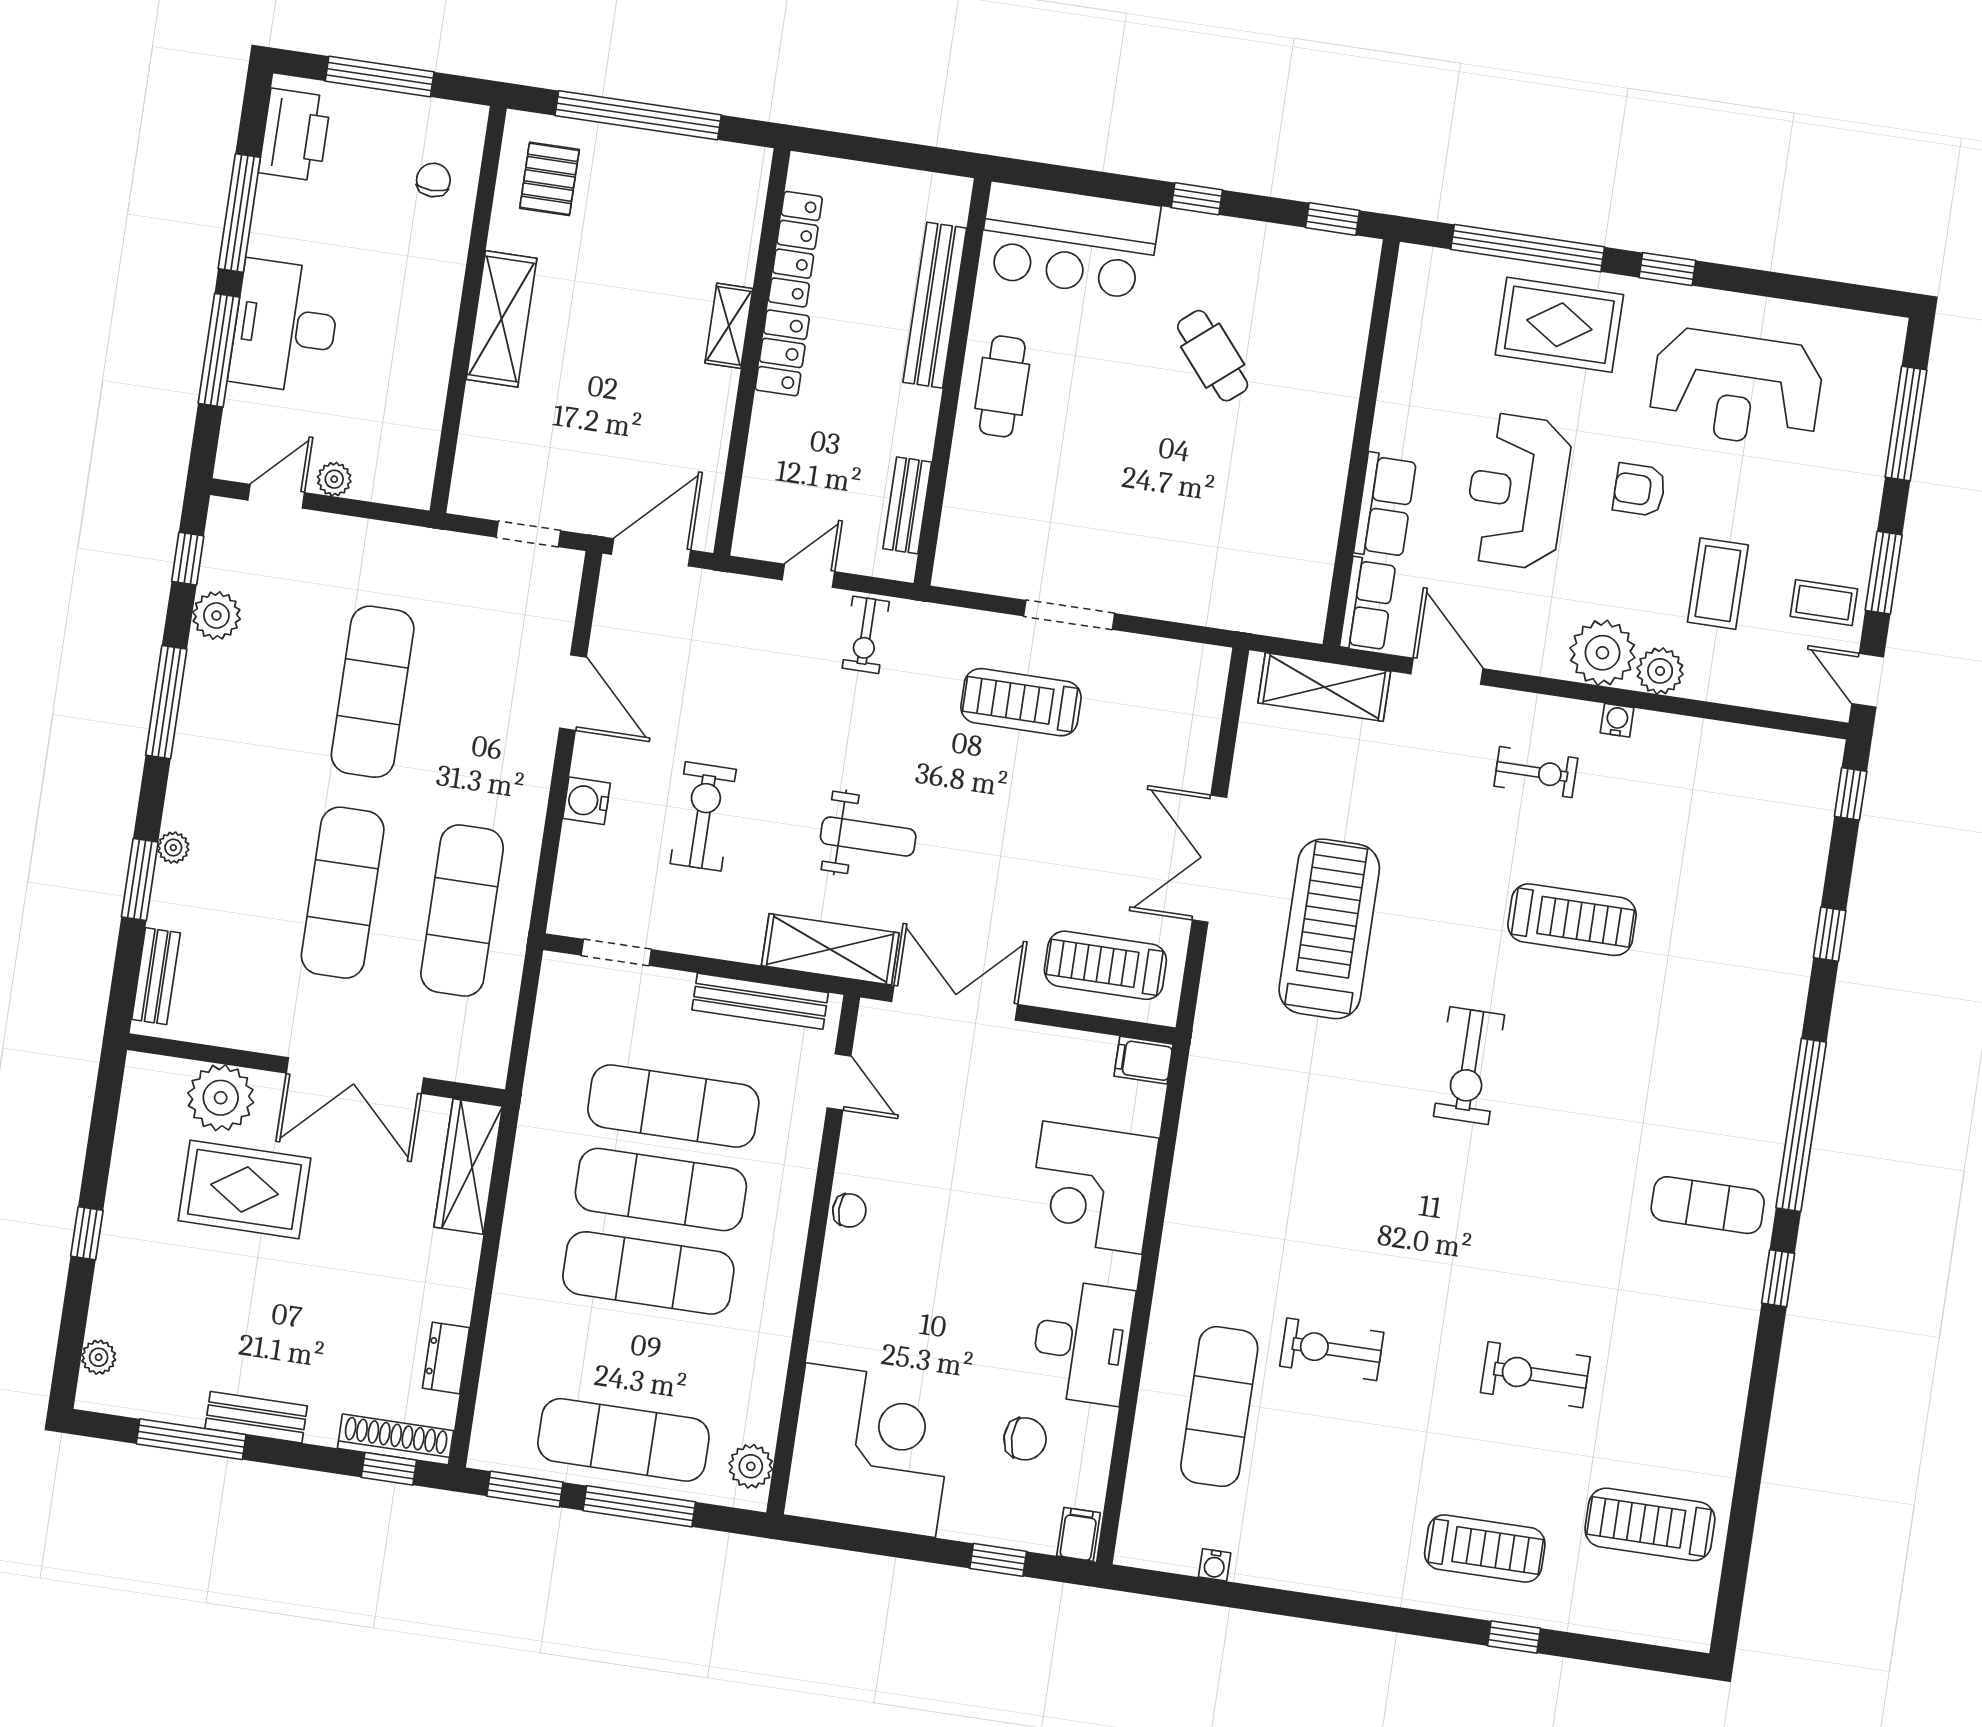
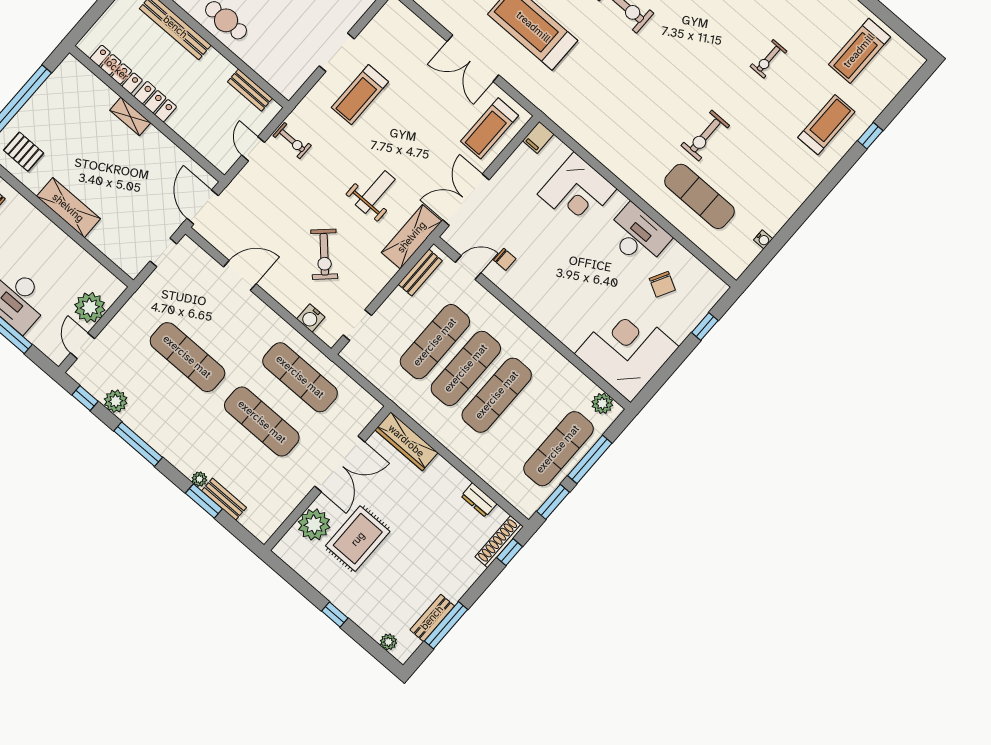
plant: (334, 479) -> (90, 307), width x1.88, depth x1.88
water cooler: (587, 801) -> (311, 318), moved
exercise bike: (703, 816) -> (324, 254), turned -133
bench: (156, 976) -> (224, 499), moved
bench: (760, 1001) -> (420, 272), width x0.73
chair: (849, 1210) -> (505, 259), moved, turned 90
exercise bike: (1535, 1375) -> (769, 59), width x0.73, depth x0.72
bench: (256, 1417) -> (432, 618), moved
chair: (1025, 1439) -> (662, 284), turned 118
filing cabinet: (1079, 1534) -> (715, 287), removed

